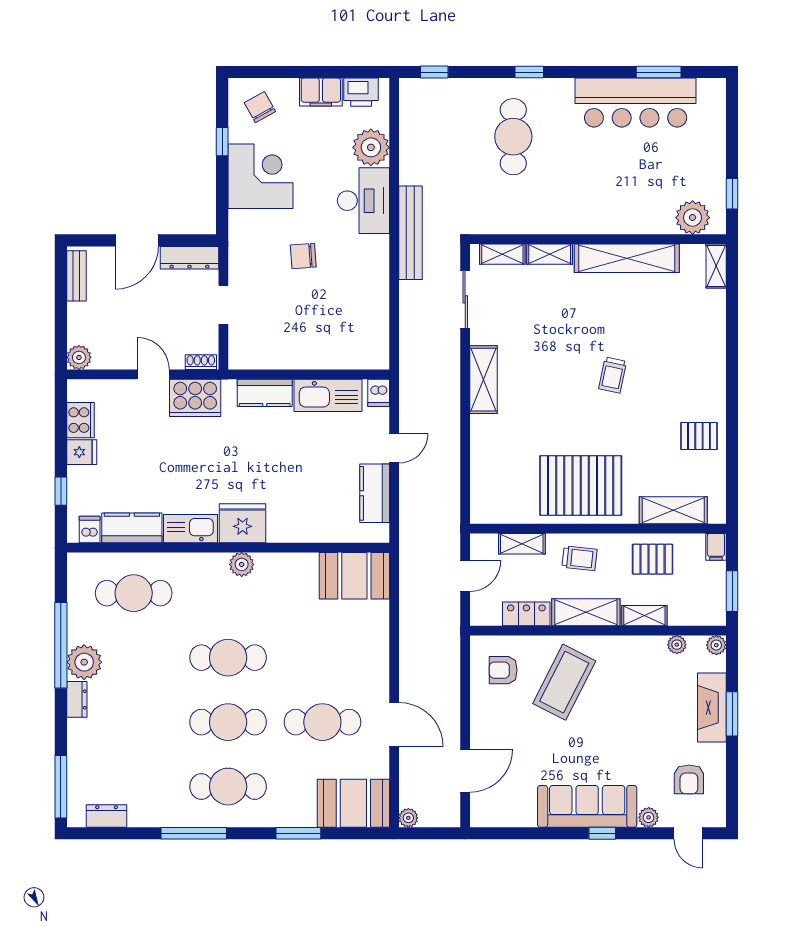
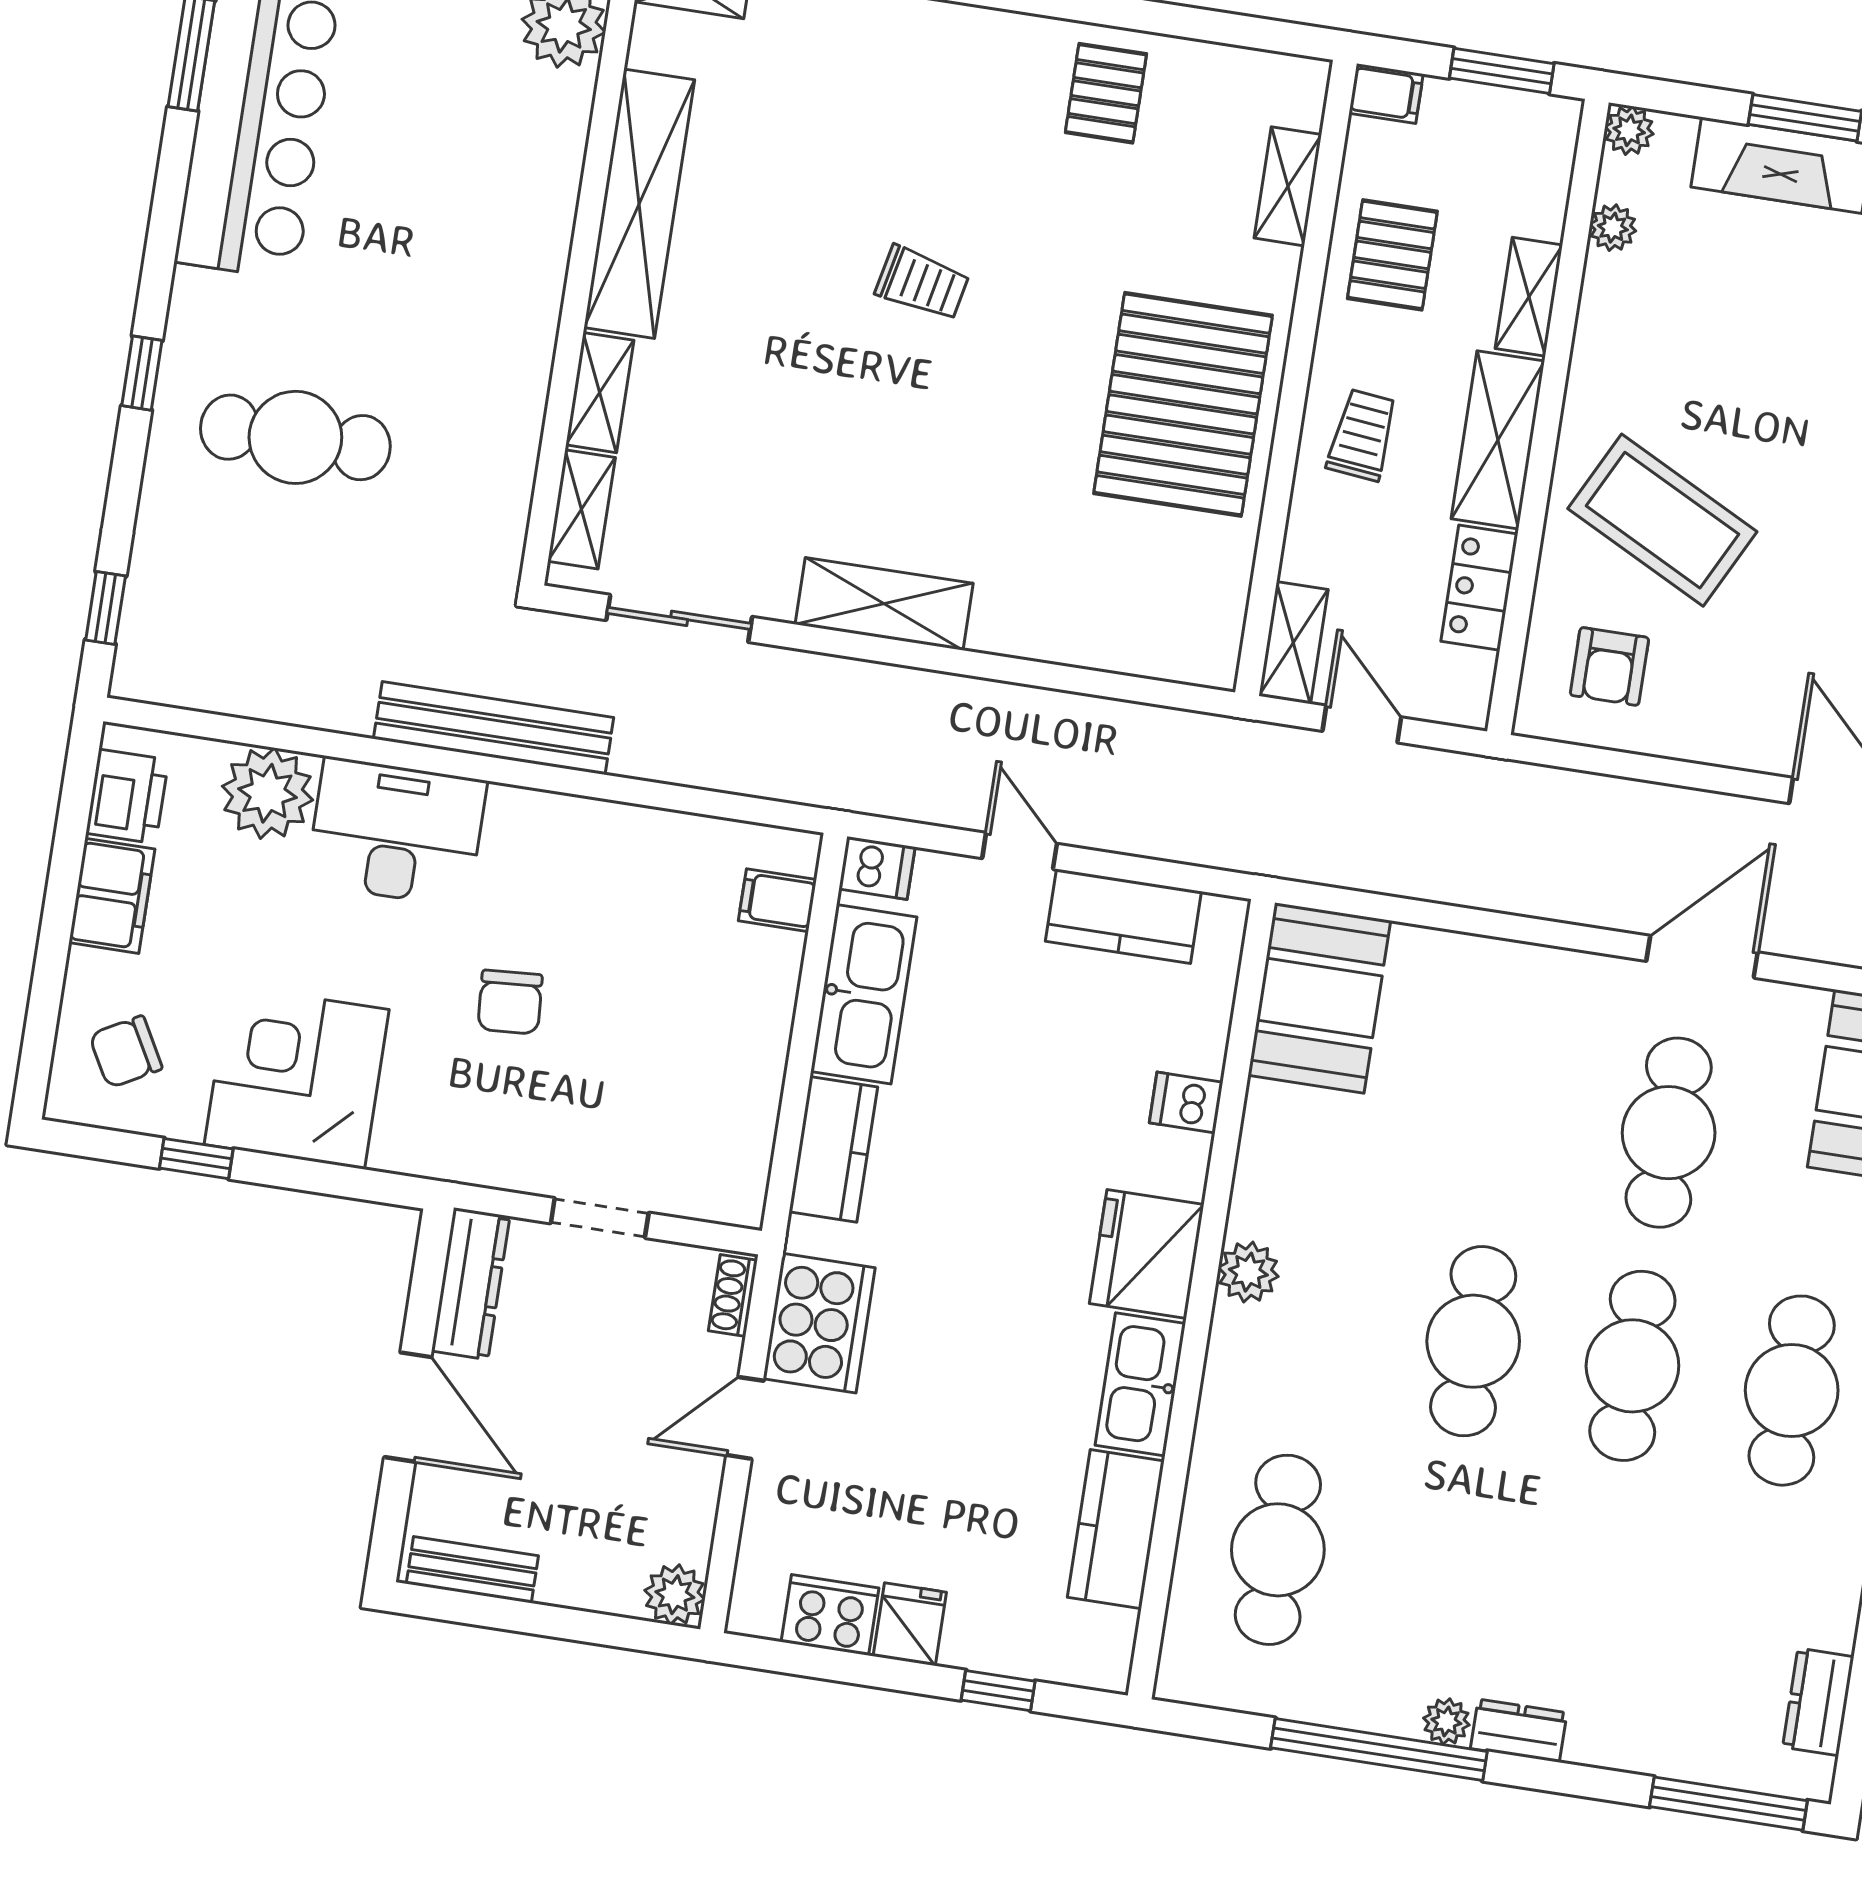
filing cabinet: (360, 356) -> (777, 900), added
shelving: (673, 510) -> (1288, 186), width x0.67, depth x0.75
dishwasher: (90, 529) -> (1186, 1102), moved
shelving: (522, 544) -> (1293, 643), moved
plant: (84, 662) -> (1446, 1721), width x0.53, depth x0.53

